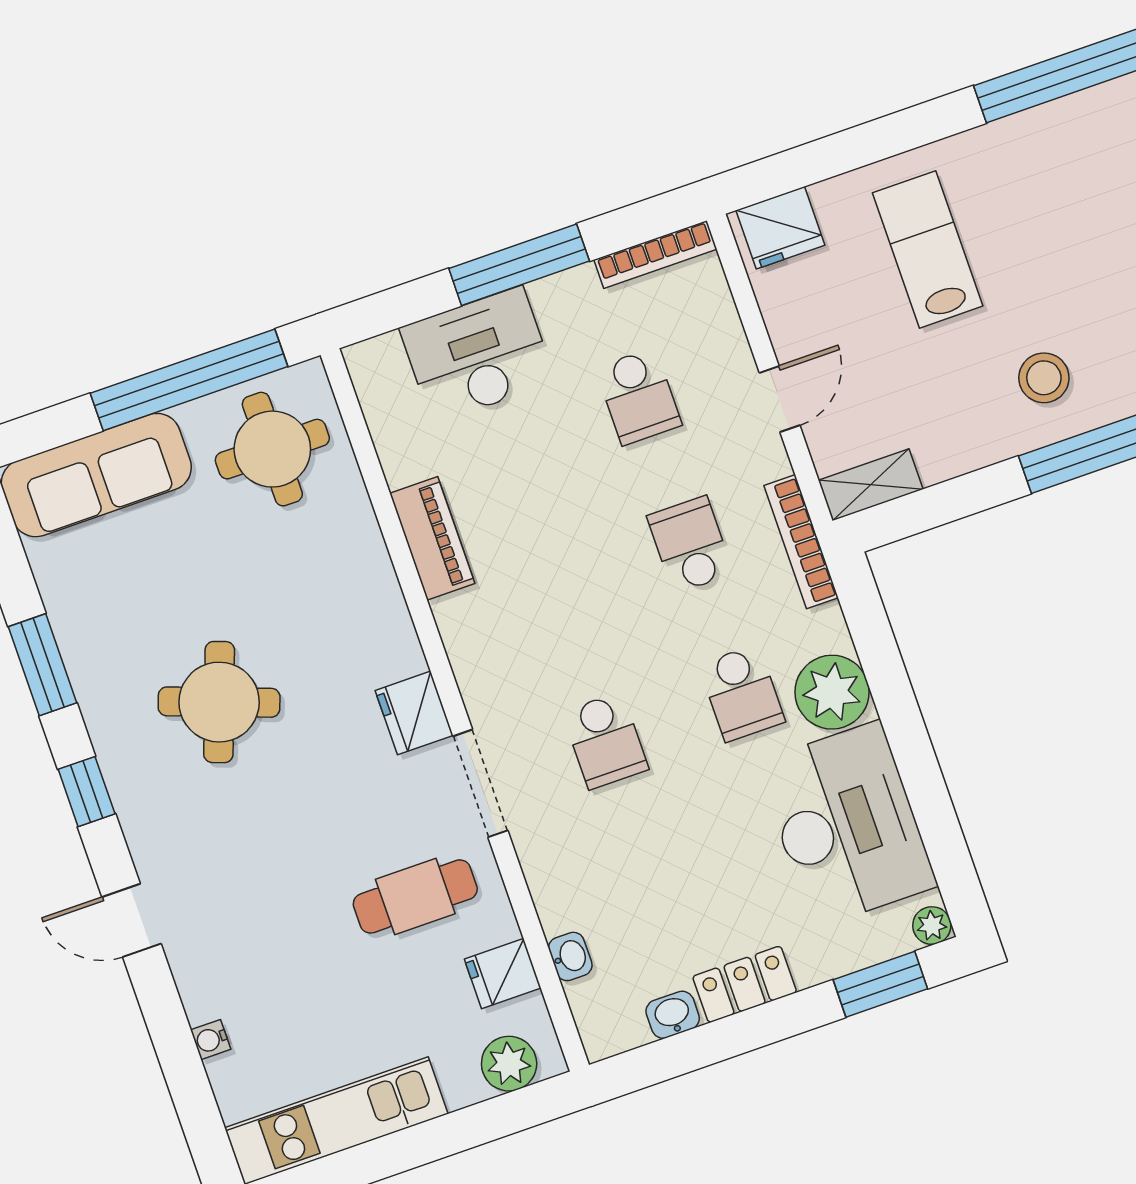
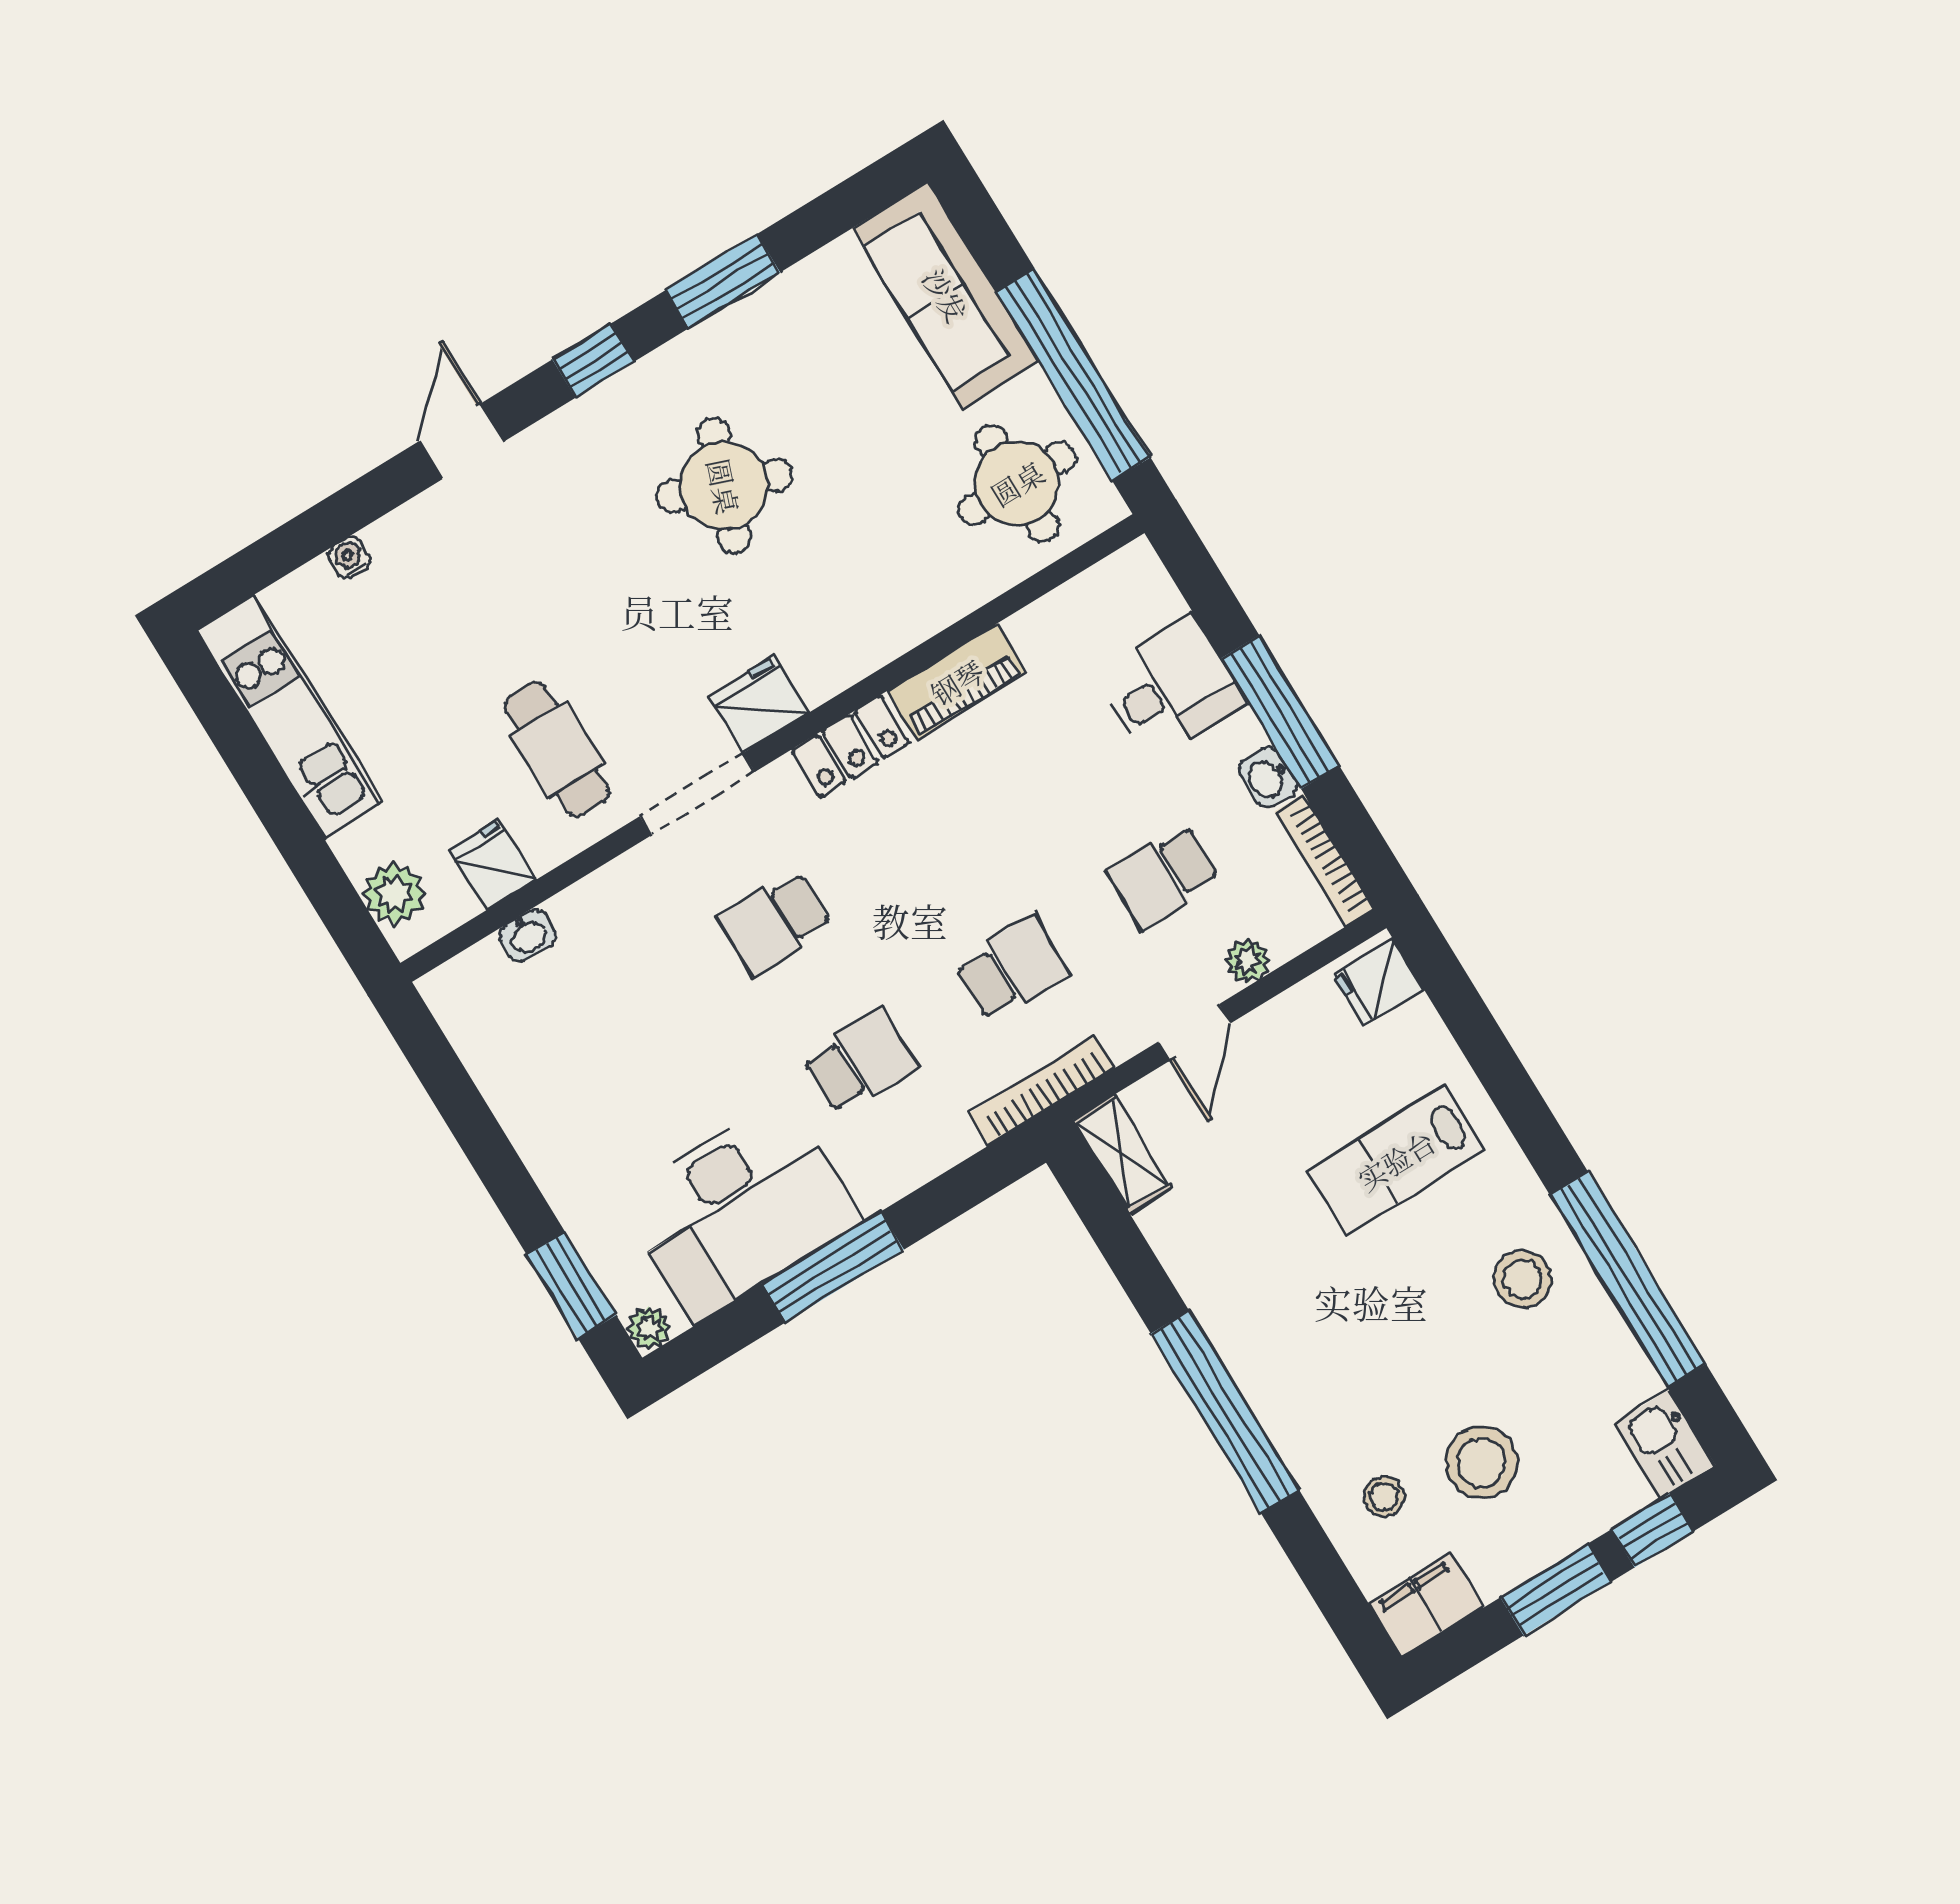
fridge: (780, 228) -> (1378, 982), width x0.72
lab bench: (928, 249) -> (1396, 1160), turned 180
desk: (477, 355) -> (1171, 688), width x0.73
stool: (1044, 378) -> (1523, 1279), moved
door: (780, 399) -> (1194, 1032), hinge flipped
plant: (832, 692) -> (1248, 960), moved, width x0.53, depth x0.53
school desk: (742, 693) -> (860, 1062), turned 180
window: (914, 755) -> (833, 1267), added
locker: (745, 984) -> (850, 747), moved, turned 90
washbasin: (673, 1015) -> (1268, 778), moved, turned 180

